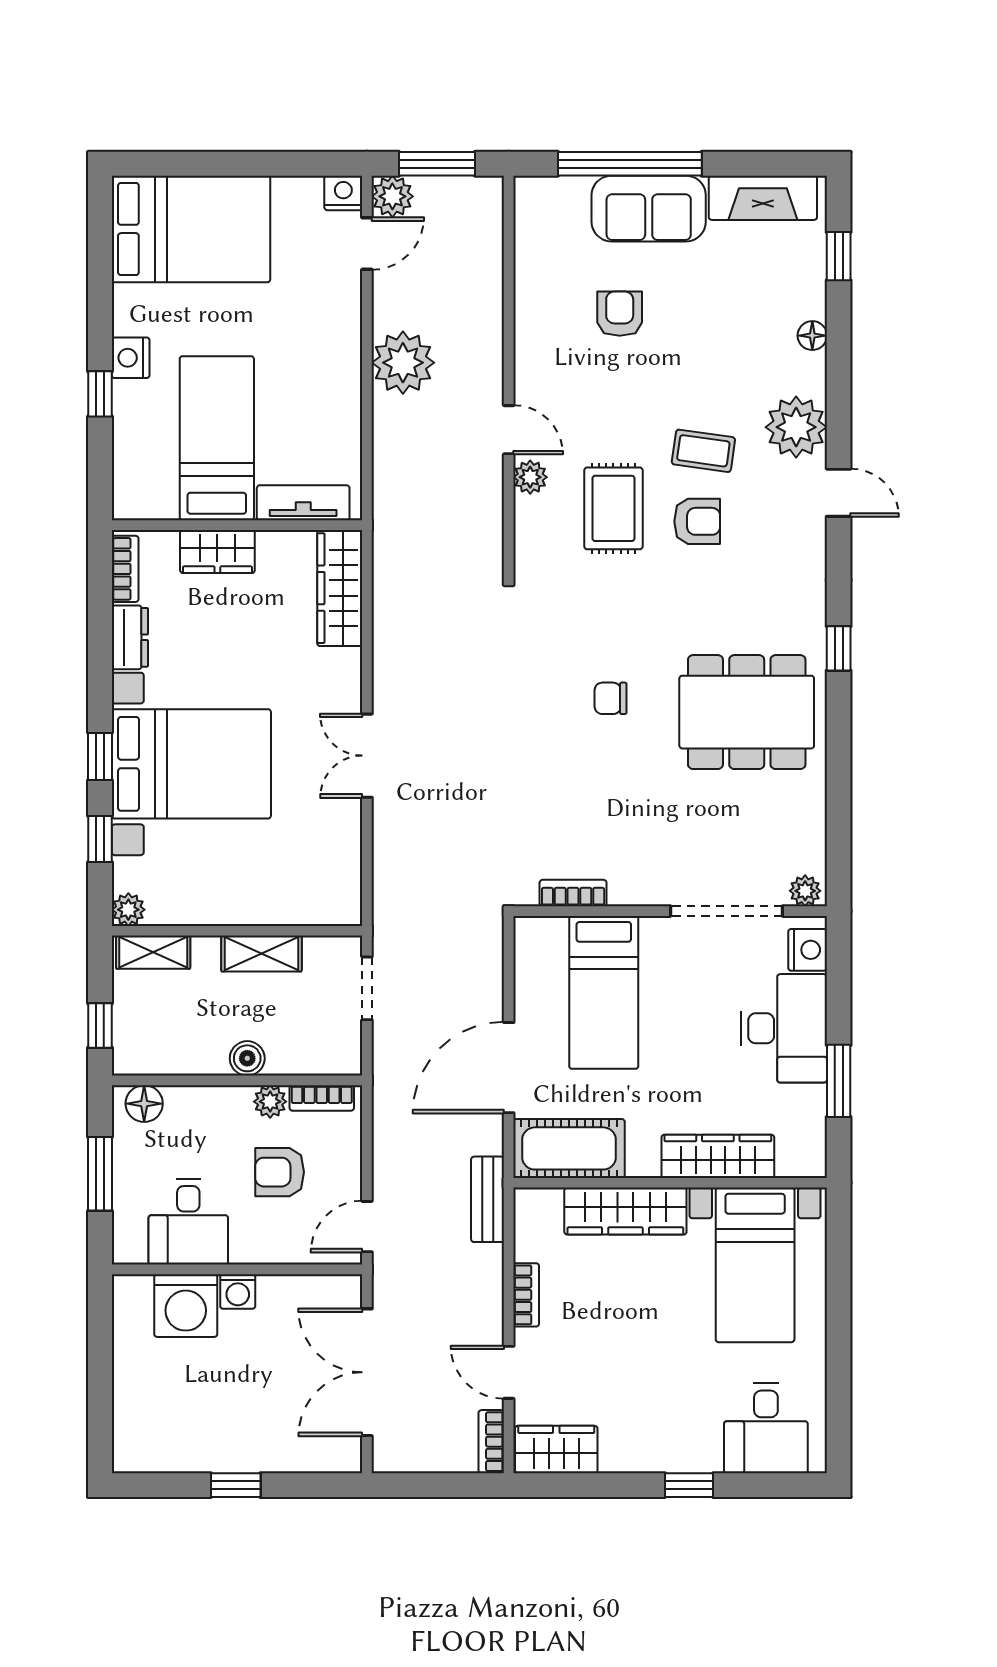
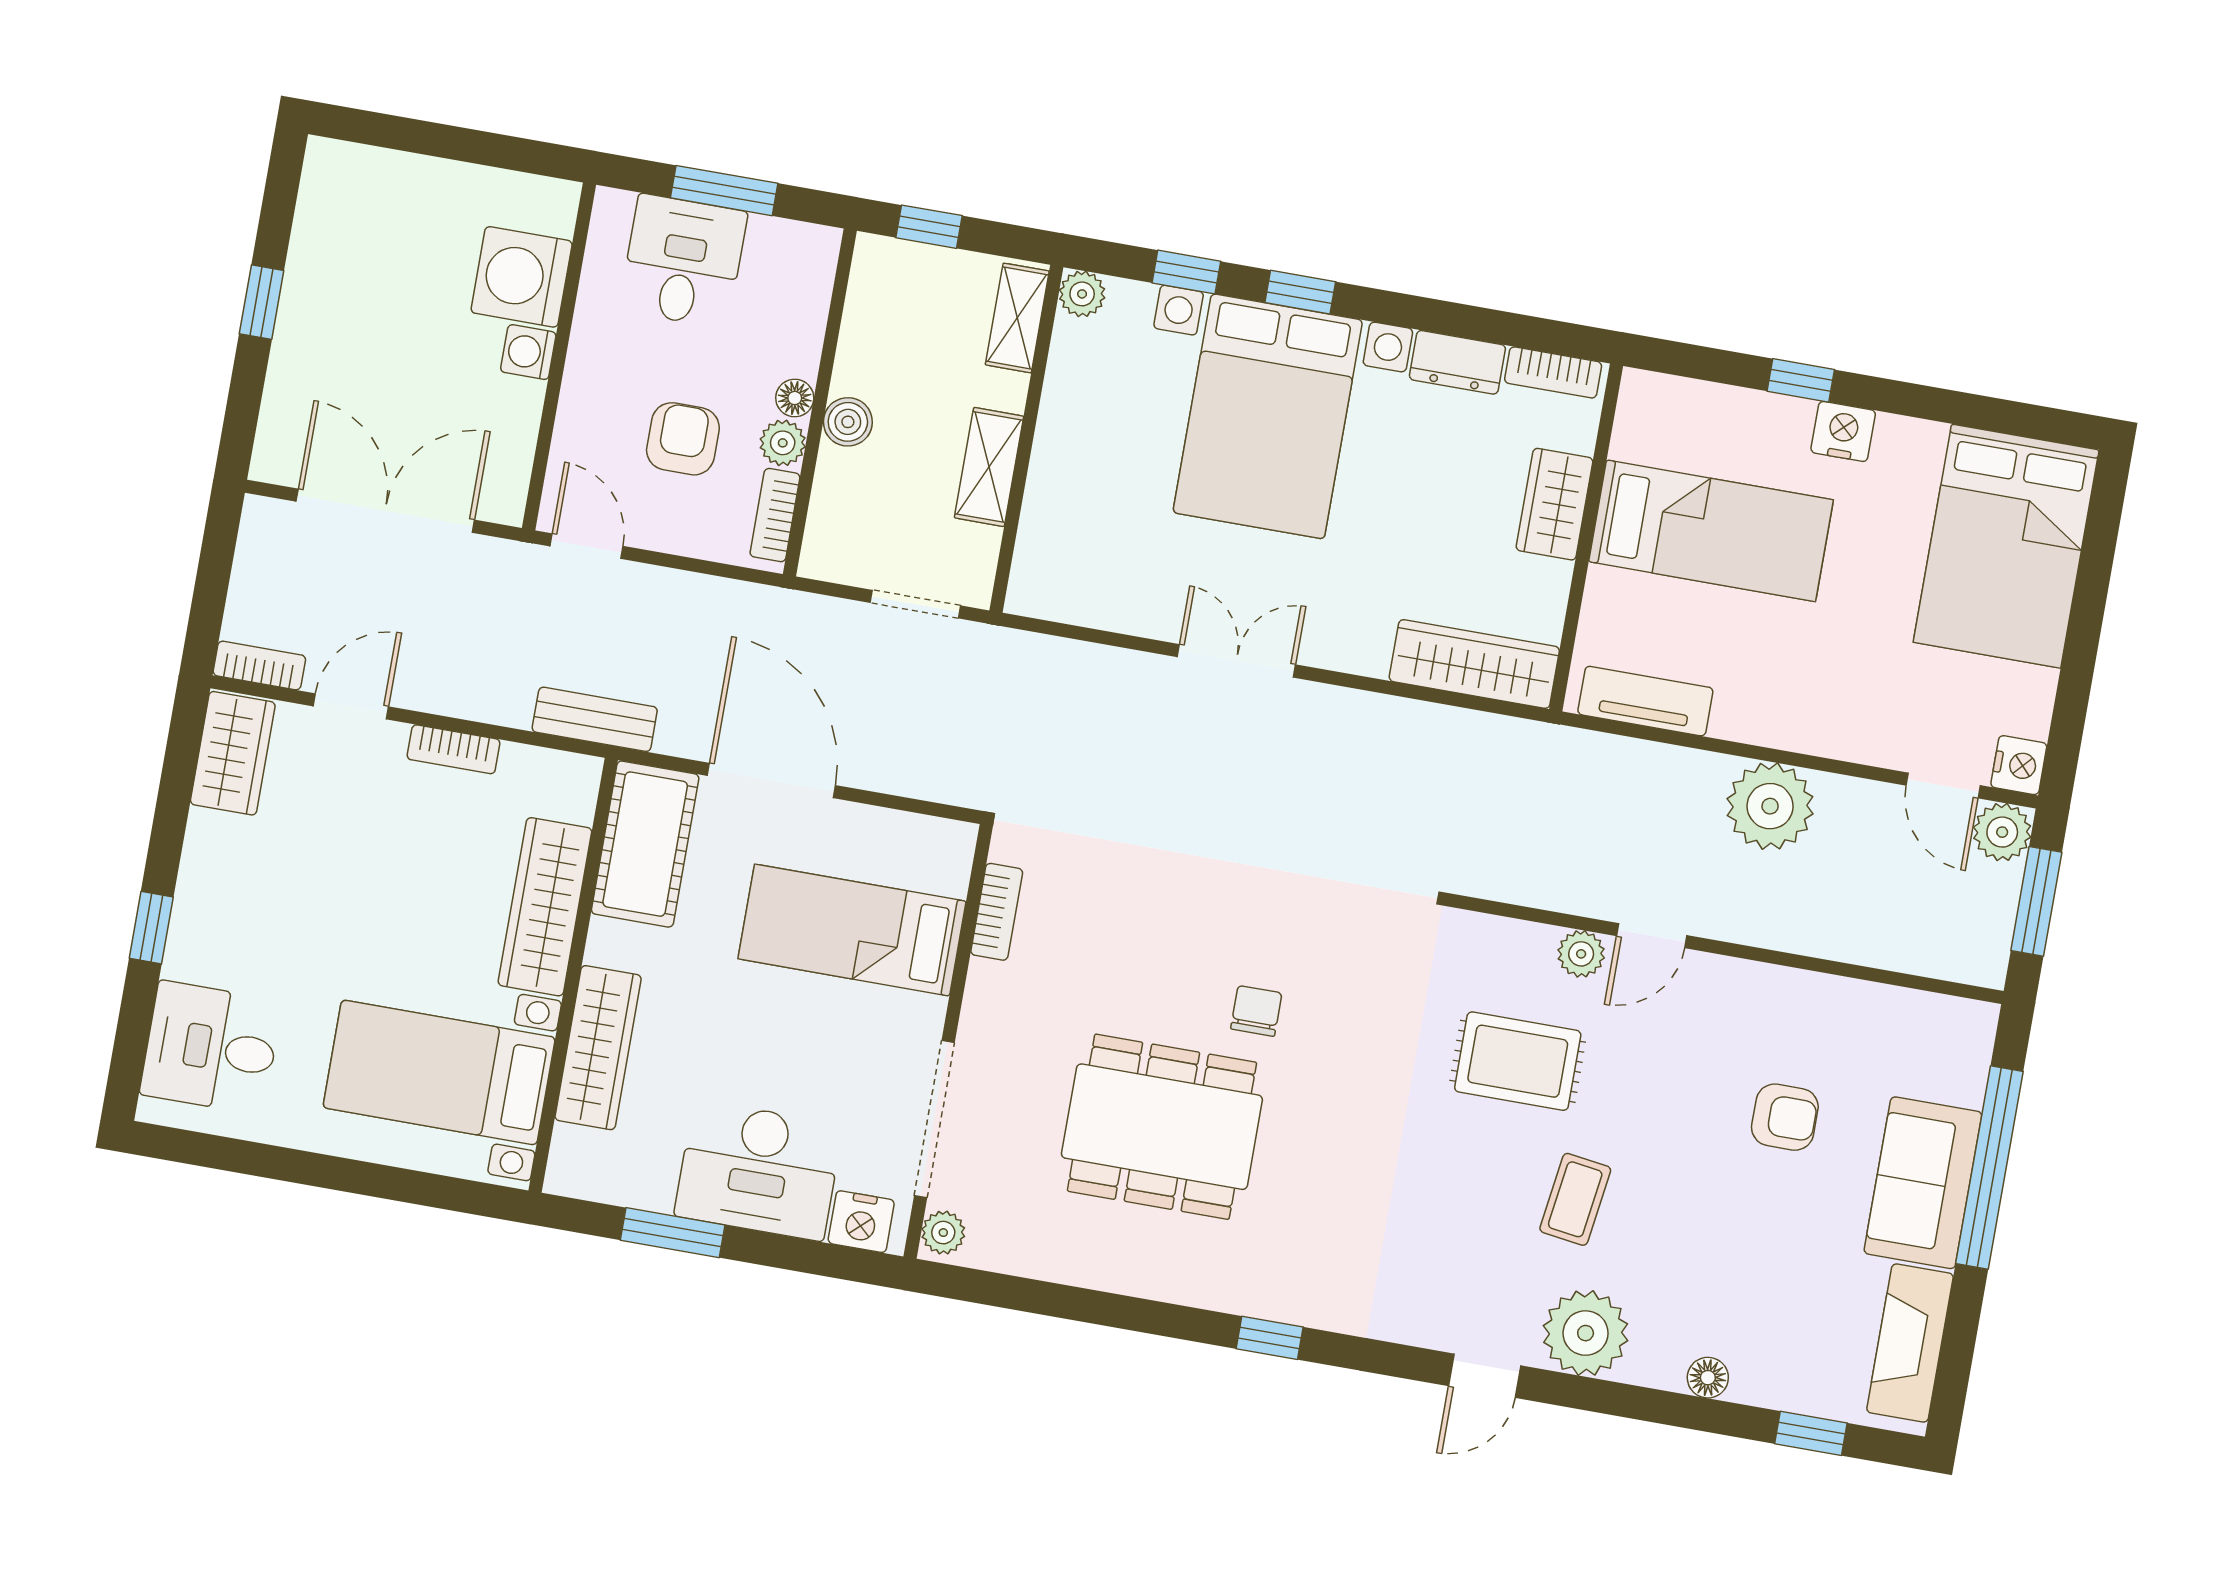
tv unit: (303, 503) -> (1645, 701), moved, turned -90
armchair: (697, 521) -> (1479, 1174), removed
dining table: (747, 712) -> (1162, 1127), moved, turned 90
floor lamp: (144, 1104) -> (795, 398), moved, width x0.73, depth x0.73
desk: (188, 1222) -> (683, 261), moved, turned 90

